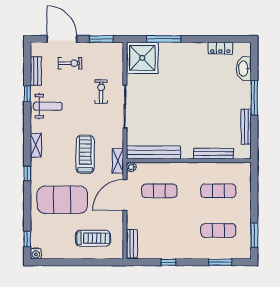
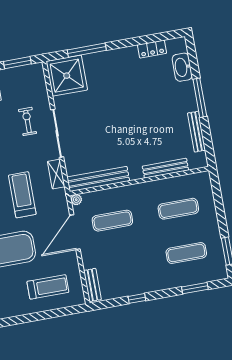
shelving: (118, 161) -> (56, 174), moved

